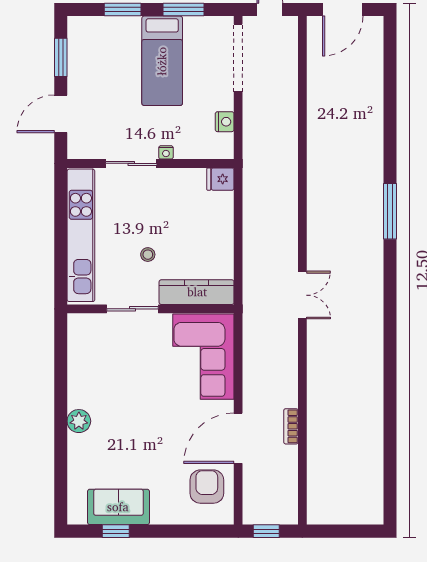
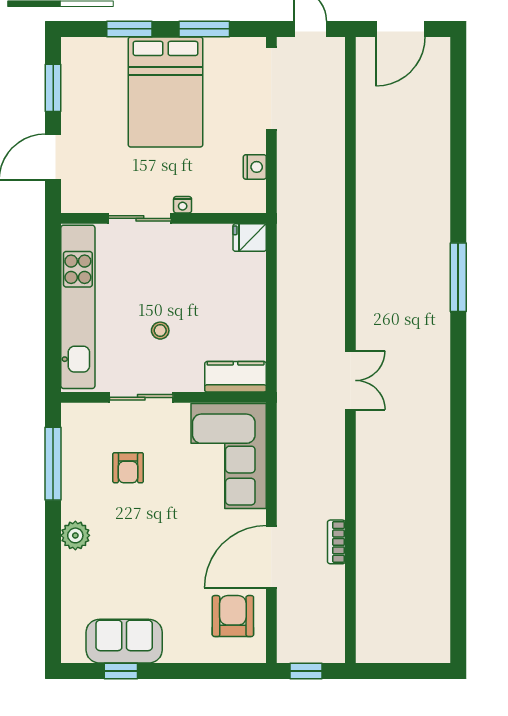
bed: (162, 61) -> (165, 92), width x1.50
kitchen counter: (197, 292) -> (236, 377), width x0.67
window: (61, 363) -> (53, 464), added
armchair: (122, 366) -> (128, 468), added

